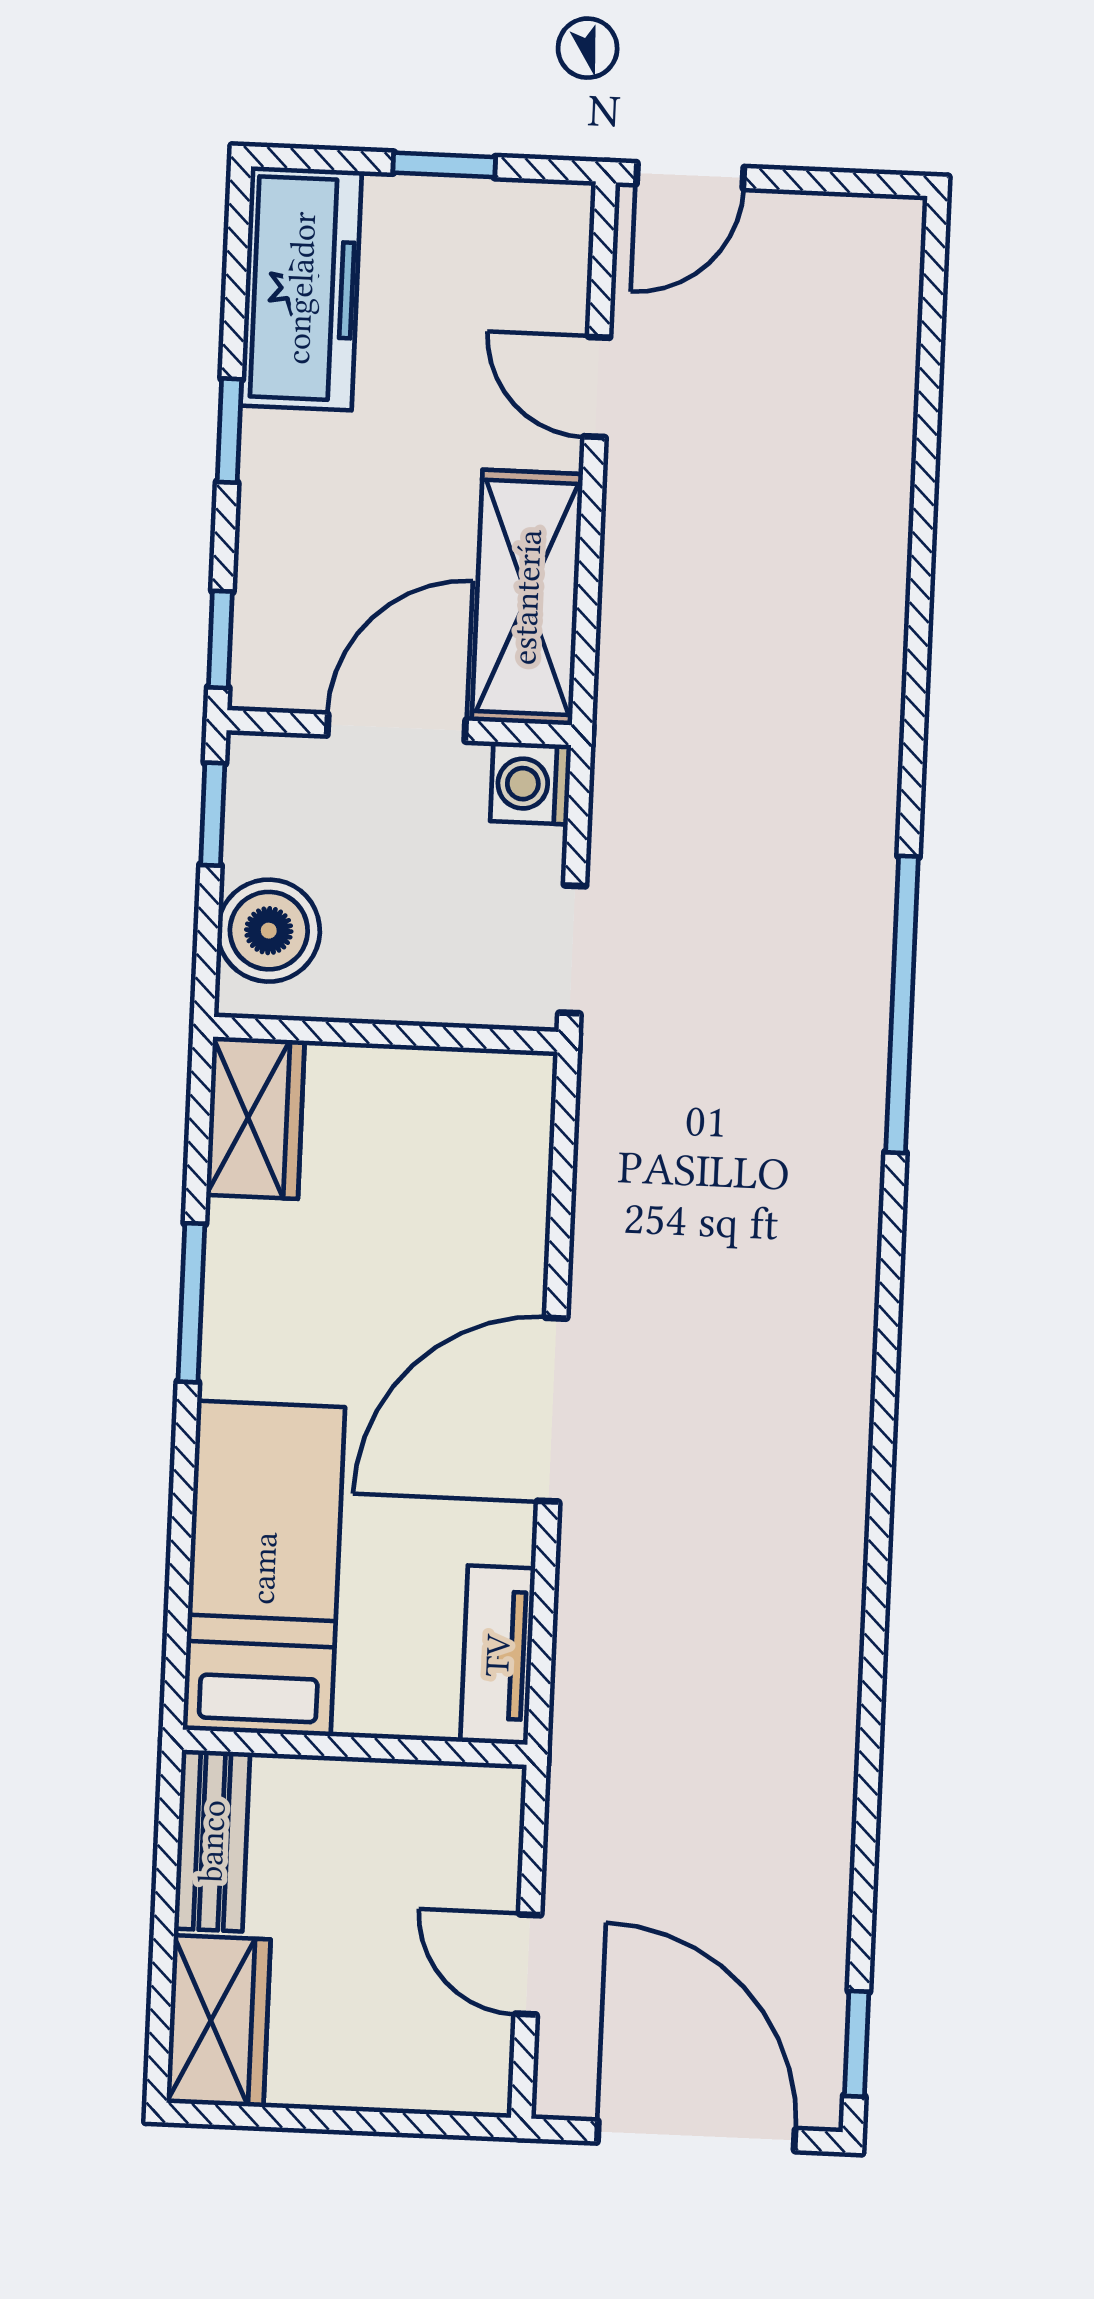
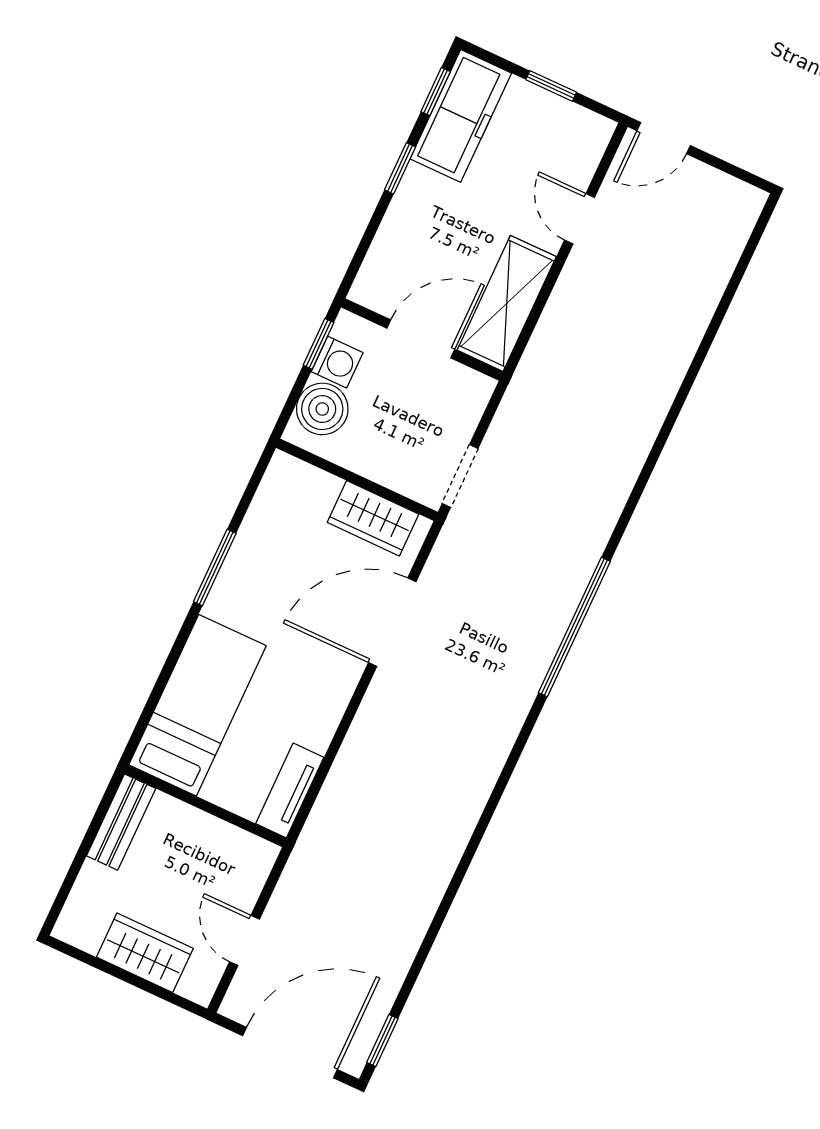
window: (220, 639) -> (436, 92), moved
washing machine: (531, 784) -> (337, 362), moved, turned 180
window: (902, 1004) -> (574, 627), moved
wardrobe: (255, 1118) -> (373, 518), moved, turned 90
door: (552, 1410) -> (392, 622), moved
wardrobe: (219, 2021) -> (145, 953), moved, turned -90
door: (696, 2136) -> (290, 1053), hinge flipped

